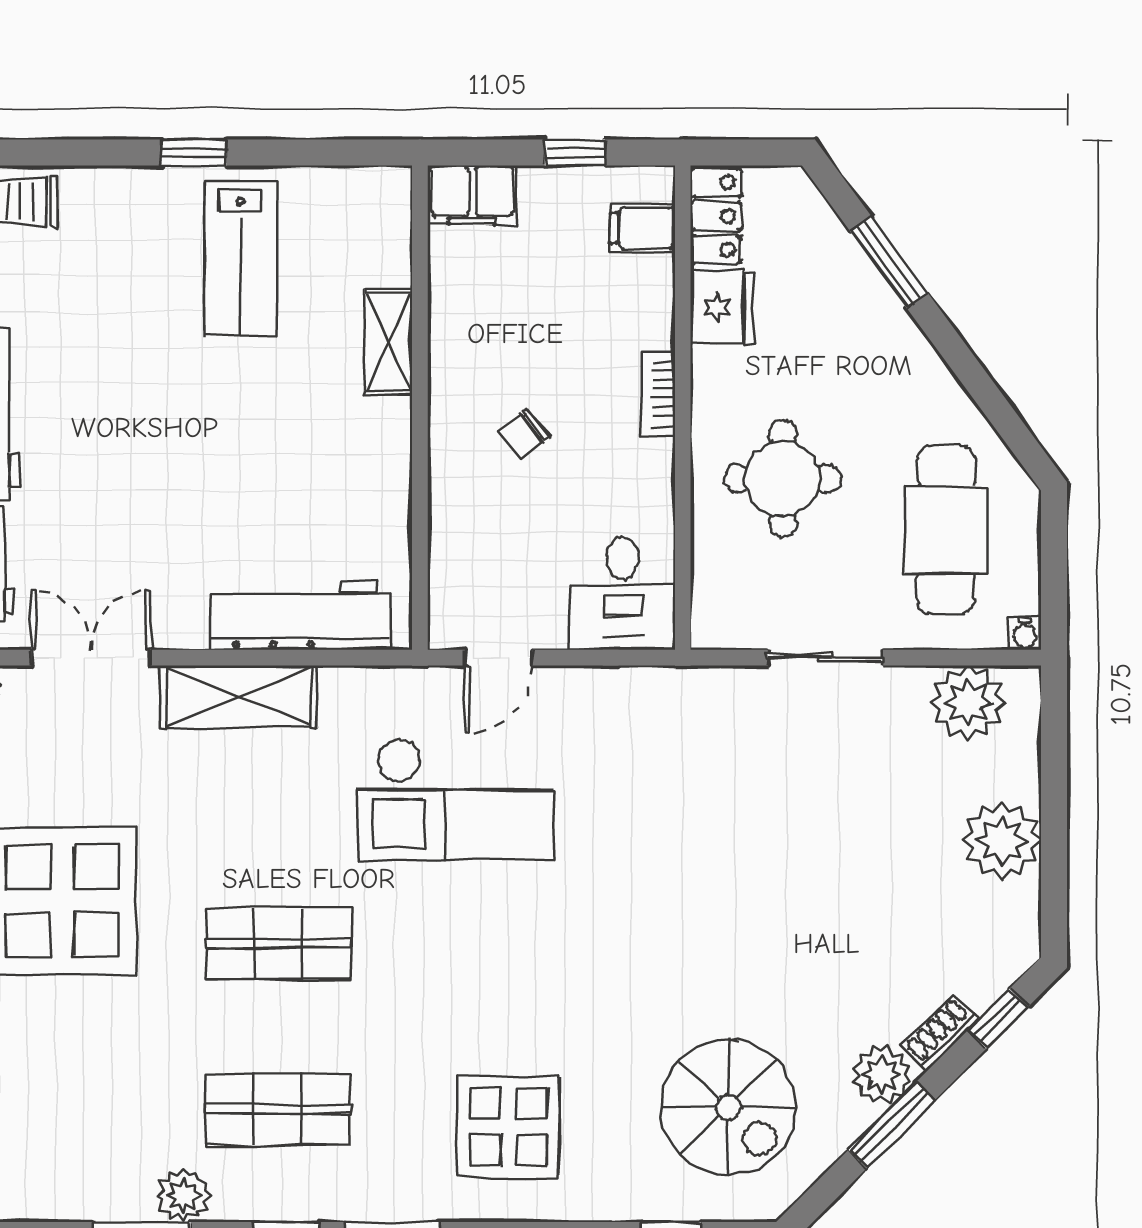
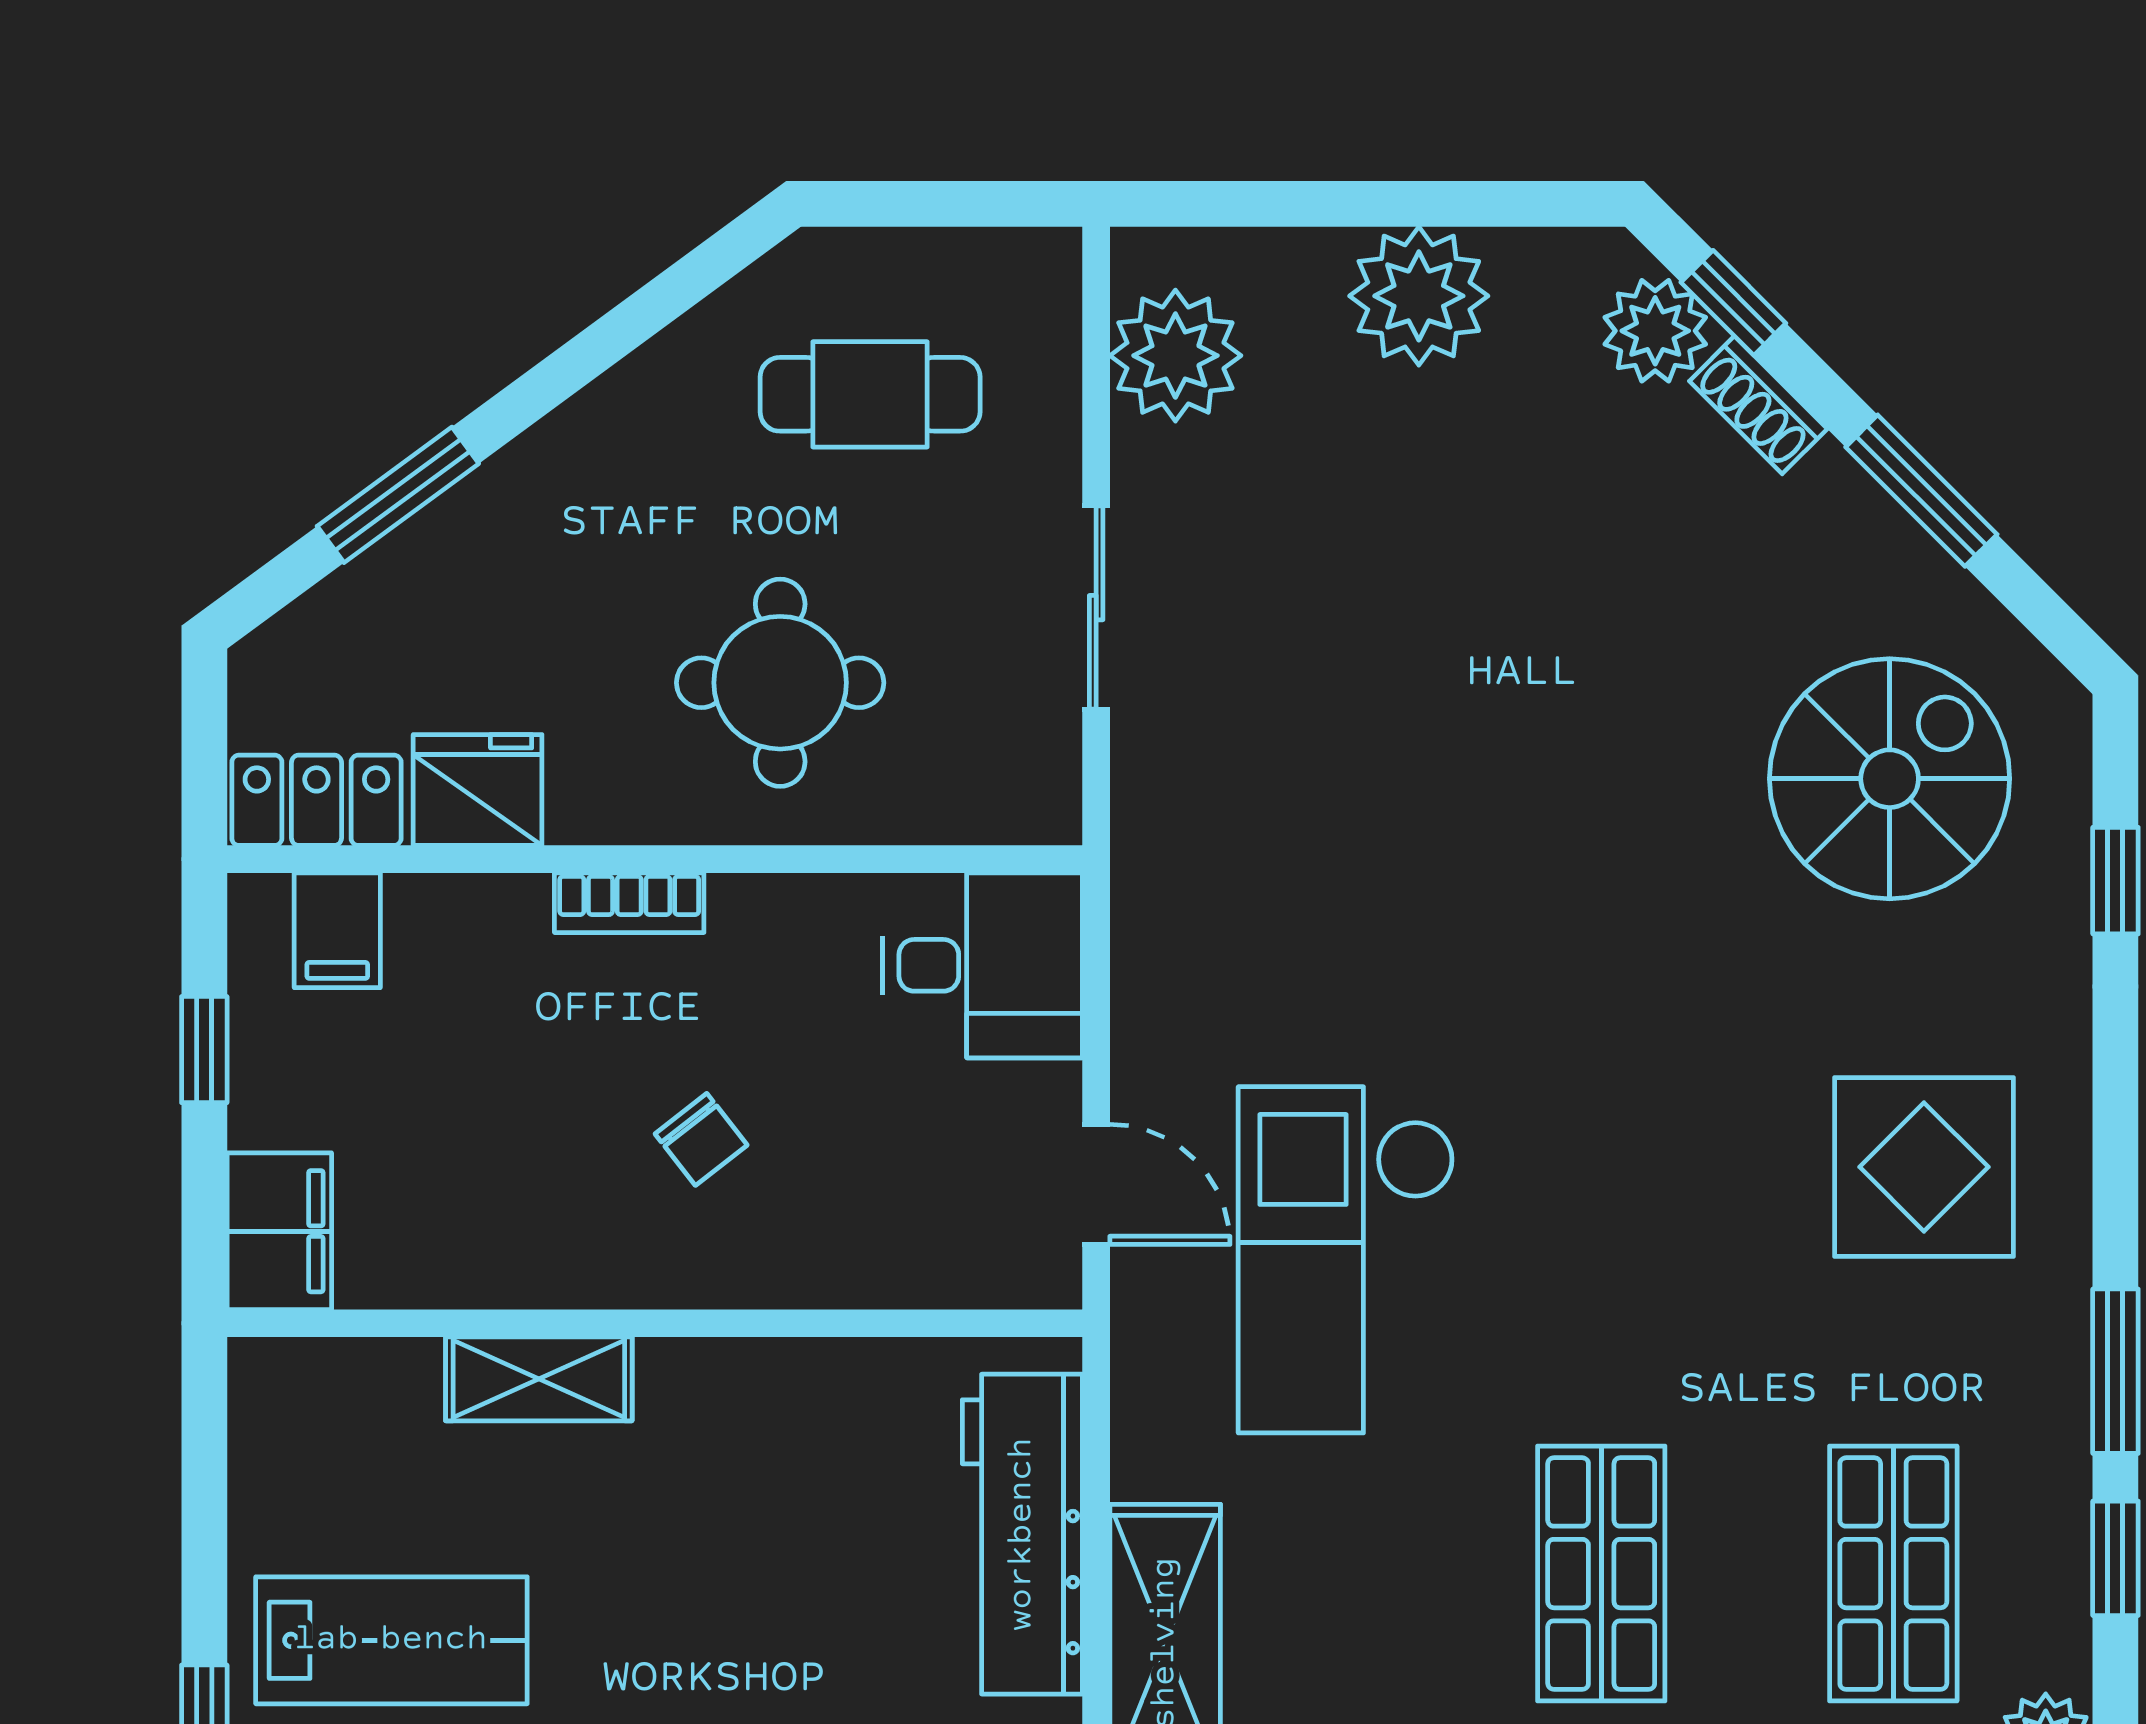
cafe table: (946, 530) -> (870, 394), width x0.73, depth x0.74
water cooler: (1025, 634) -> (1054, 255), removed
checkout: (456, 799) -> (1346, 1260), turned 180
plant: (882, 1075) -> (1655, 331), moved

